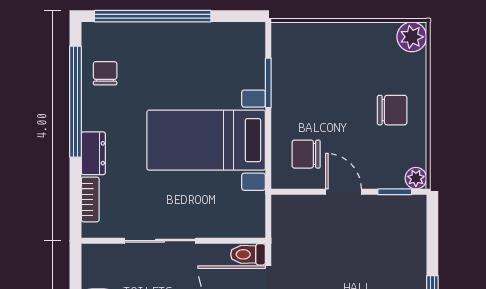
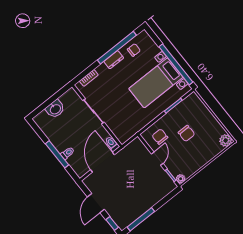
window: (153, 16) -> (176, 64), moved
chair: (392, 110) -> (187, 133), moved
bed with nightstands: (206, 140) -> (156, 83), moved, turned -90
dresser: (93, 153) -> (114, 60), moved

